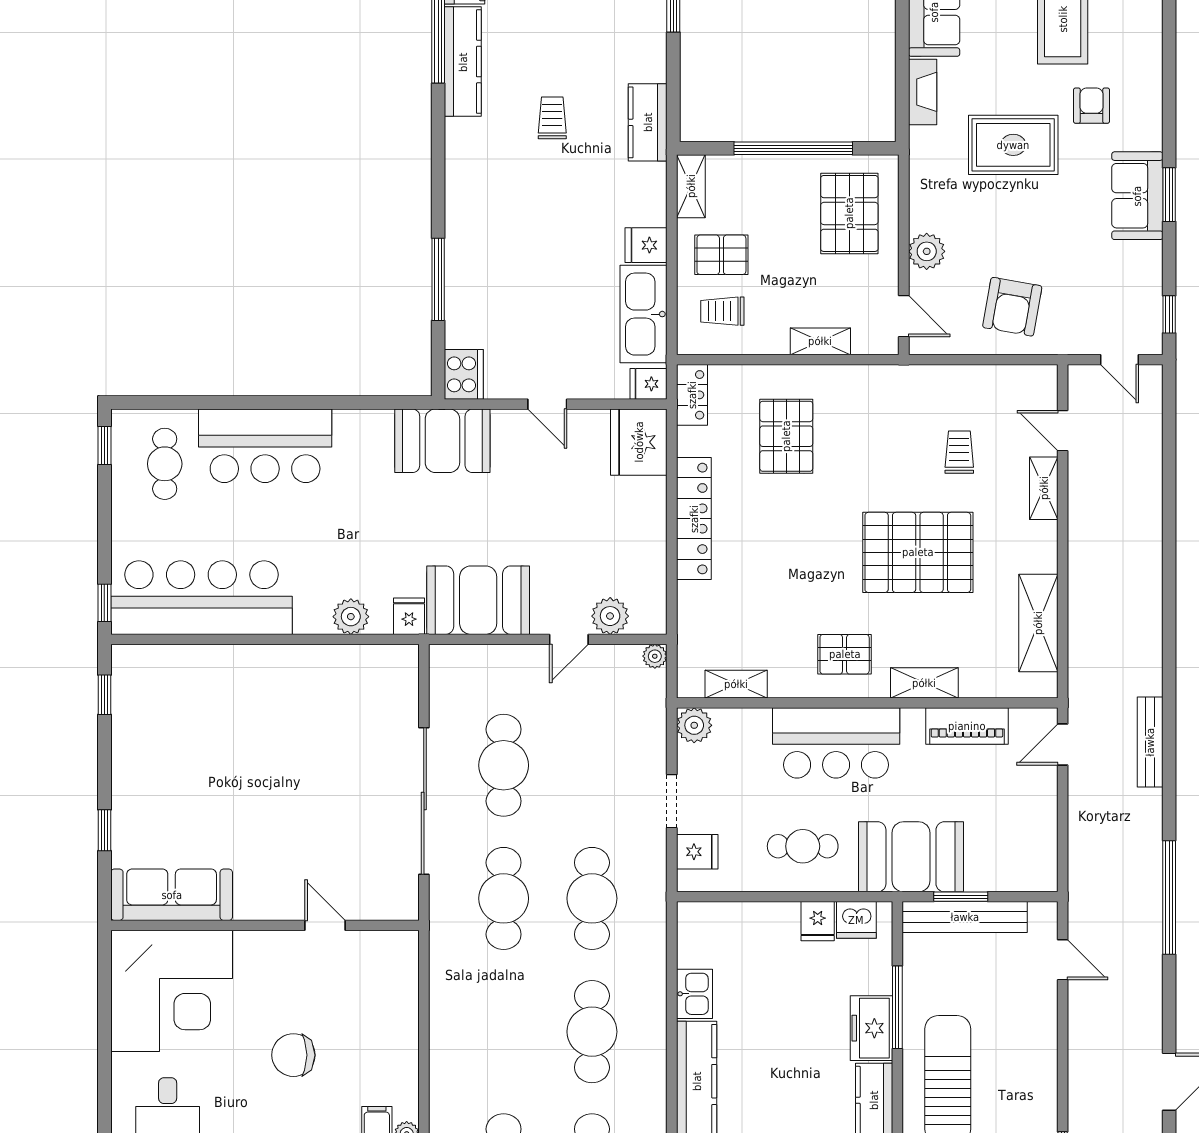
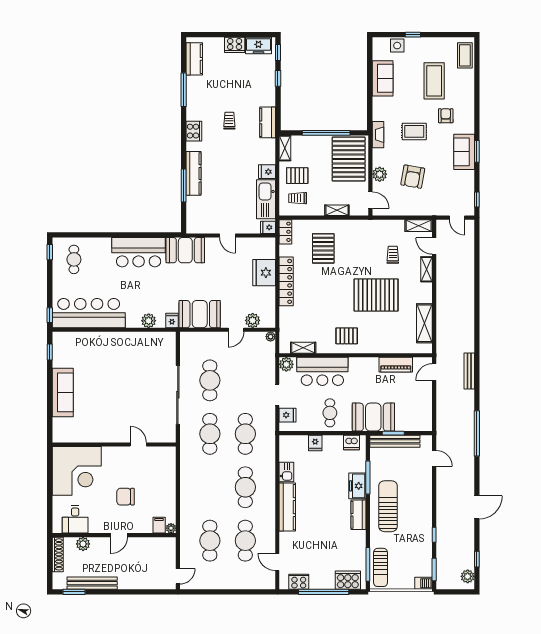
kitchen counter: (463, 62) -> (193, 173), moved
fireplace: (923, 92) -> (378, 135), moved
rug: (1013, 145) -> (414, 131), width x0.73, depth x0.70
pallet: (849, 213) -> (349, 159), width x1.37, depth x1.41
armchair: (1012, 307) -> (413, 177), moved
cooker: (464, 374) -> (194, 131), moved
fridge: (639, 442) -> (264, 273), moved
bar counter: (265, 446) -> (139, 252), moved
shelving: (924, 683) -> (419, 226), moved
bar counter: (836, 743) -> (322, 371), moved
window: (104, 830) -> (50, 406), removed
cafe table: (803, 846) -> (330, 413), turned 90
sofa: (172, 895) -> (63, 392), moved, turned 90
fridge: (818, 921) -> (315, 443), moved

